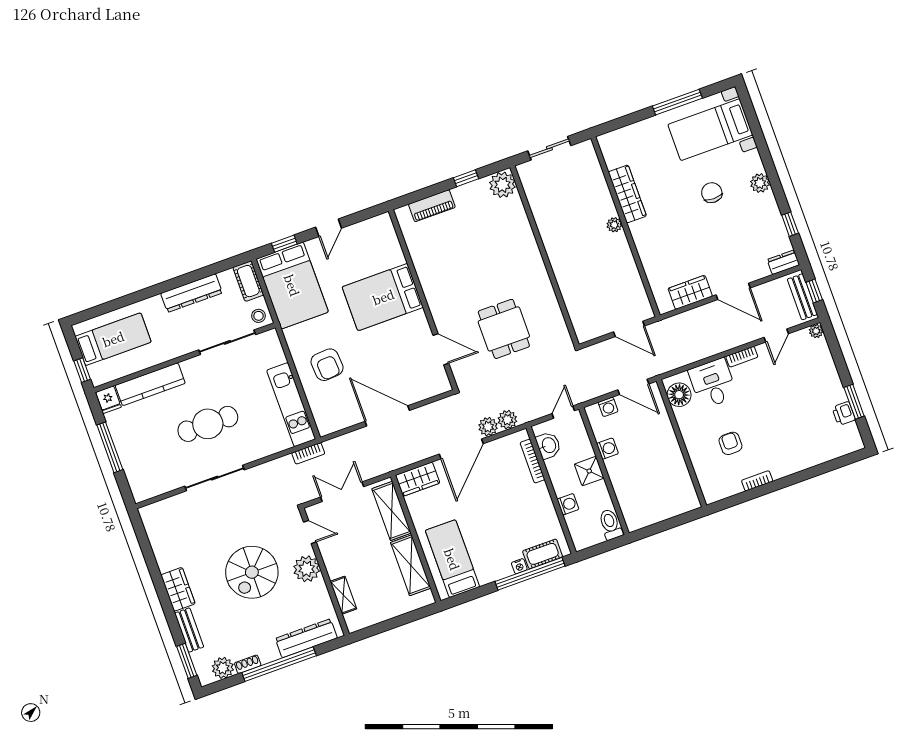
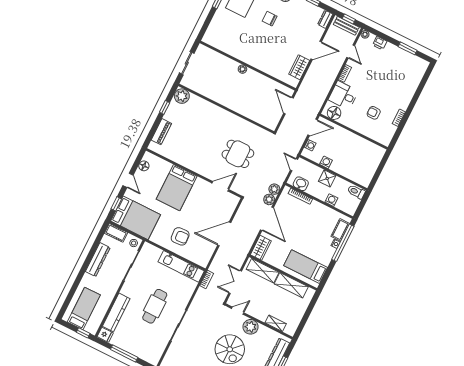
wardrobe: (627, 194) -> (236, 52), removed
floor lamp: (367, 228) -> (144, 166), added
door: (629, 329) -> (289, 106), swing flipped
printer: (844, 414) -> (380, 43), moved

